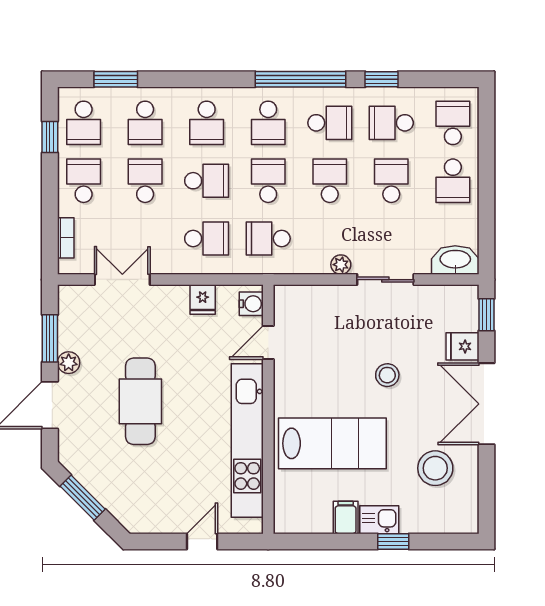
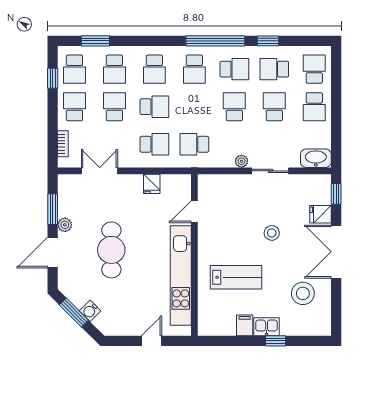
school desk: (268, 181) -> (194, 107), removed
water cooler: (251, 304) -> (90, 311), moved, turned 135
lab bench: (332, 443) -> (236, 277), width x0.73, depth x0.72

